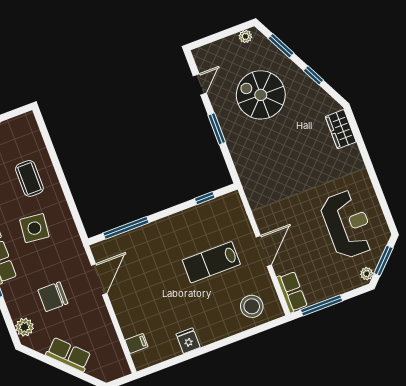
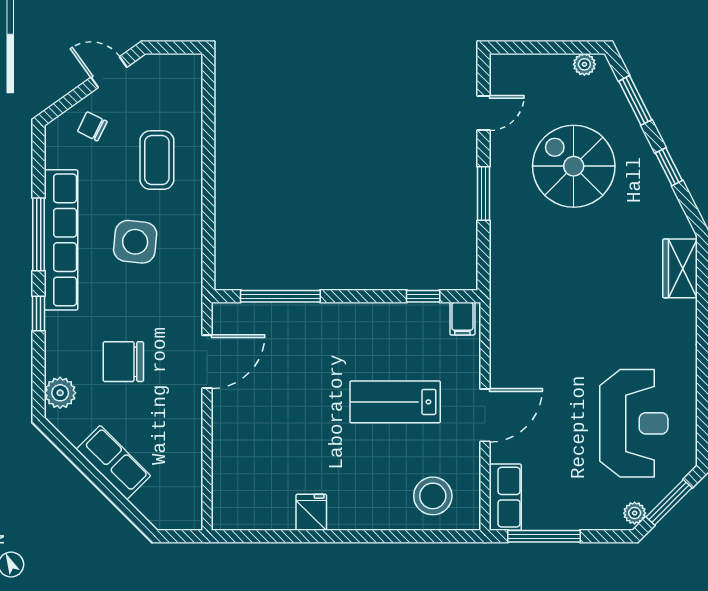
filing cabinet: (136, 343) -> (462, 319), moved, turned 90

